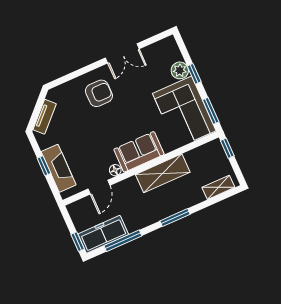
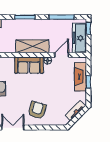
armchair: (99, 93) -> (37, 110), turned 106
shelving: (163, 173) -> (32, 46), moved
freezer: (103, 234) -> (79, 38), moved, turned 90

